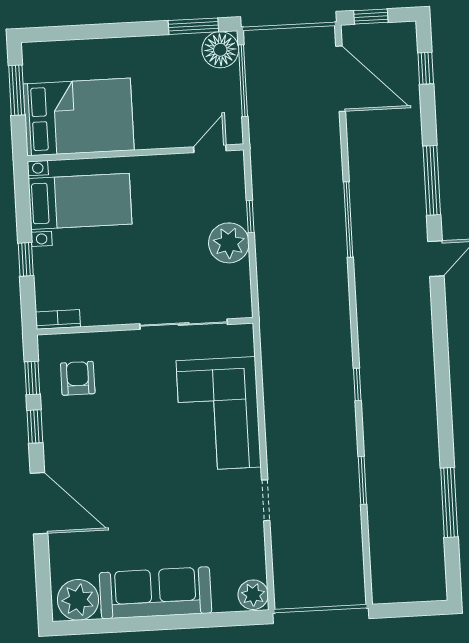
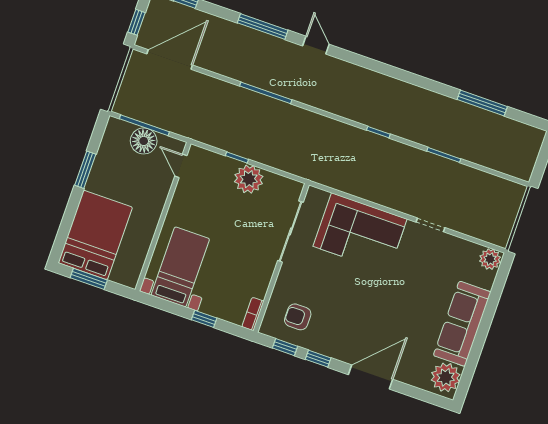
window: (193, 26) -> (85, 170), moved
floor lamp: (220, 50) -> (144, 141), moved
bed: (79, 117) -> (95, 235), moved

